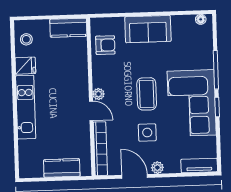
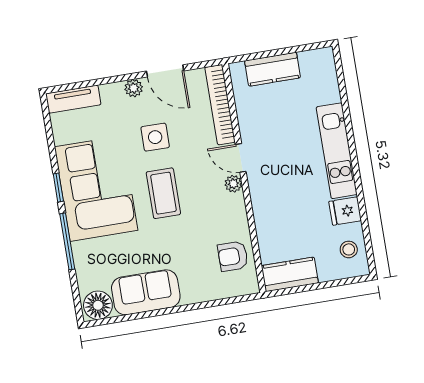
floor lamp: (201, 19) -> (98, 305), width x1.89, depth x1.89
sofa: (148, 29) -> (146, 292), moved

